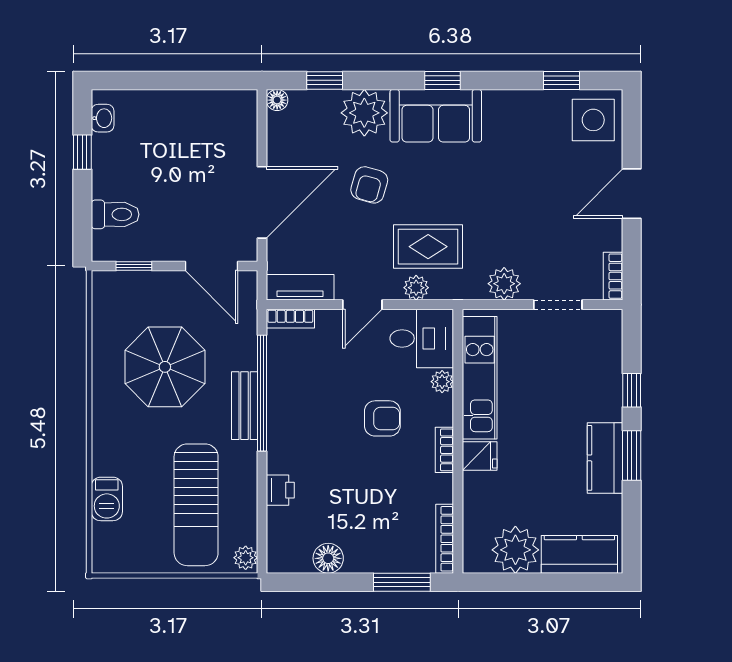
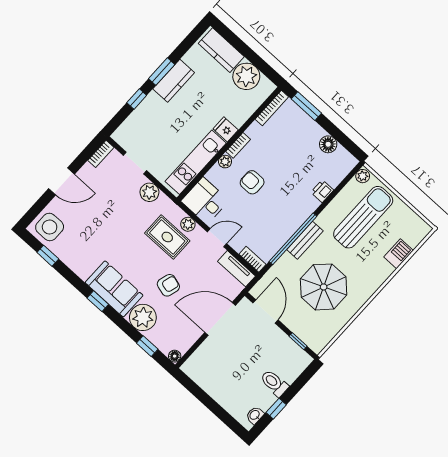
toilet: (115, 214) -> (274, 383), moved
plant: (442, 382) -> (225, 162), moved

